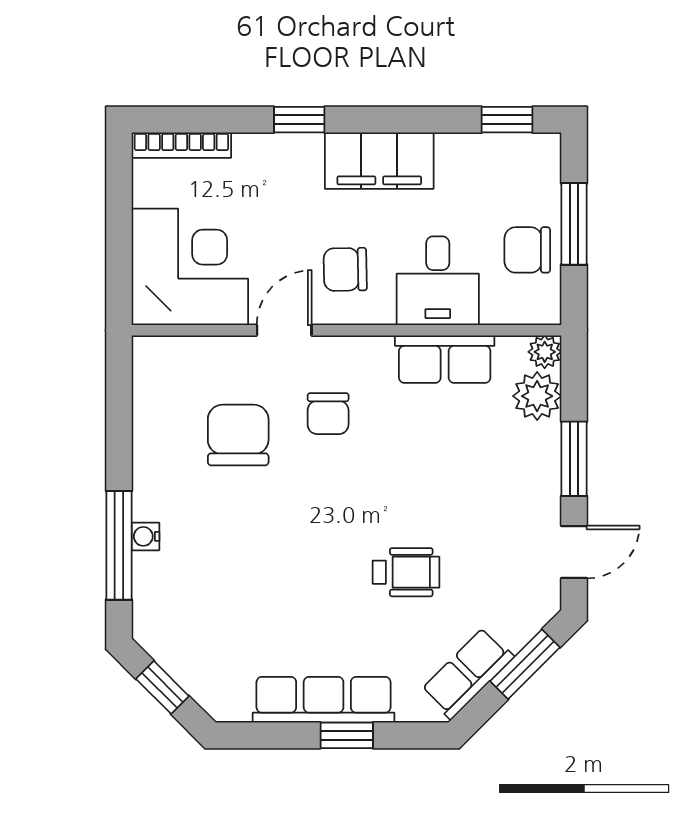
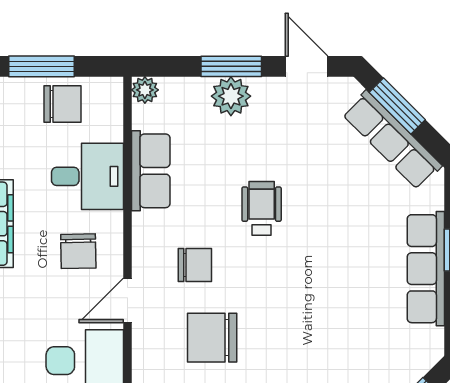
chair: (527, 250) -> (63, 104), turned -90
door: (284, 330) -> (127, 300), hinge flipped
plant: (537, 396) -> (231, 96), moved
wheelchair: (406, 572) -> (262, 208), moved
row of seats: (467, 673) -> (392, 140), width x1.48

